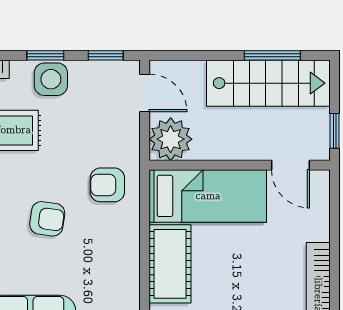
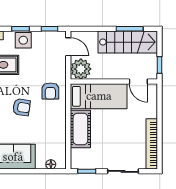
armchair: (107, 185) -> (50, 91), turned -90

